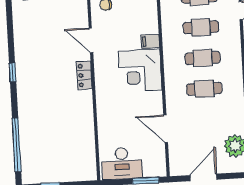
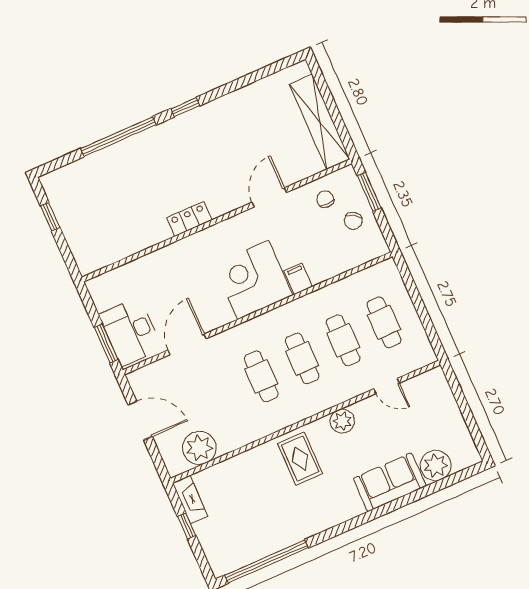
locker: (84, 75) -> (189, 219), moved
window: (17, 145) -> (118, 137), moved
desk: (122, 163) -> (130, 332), moved

